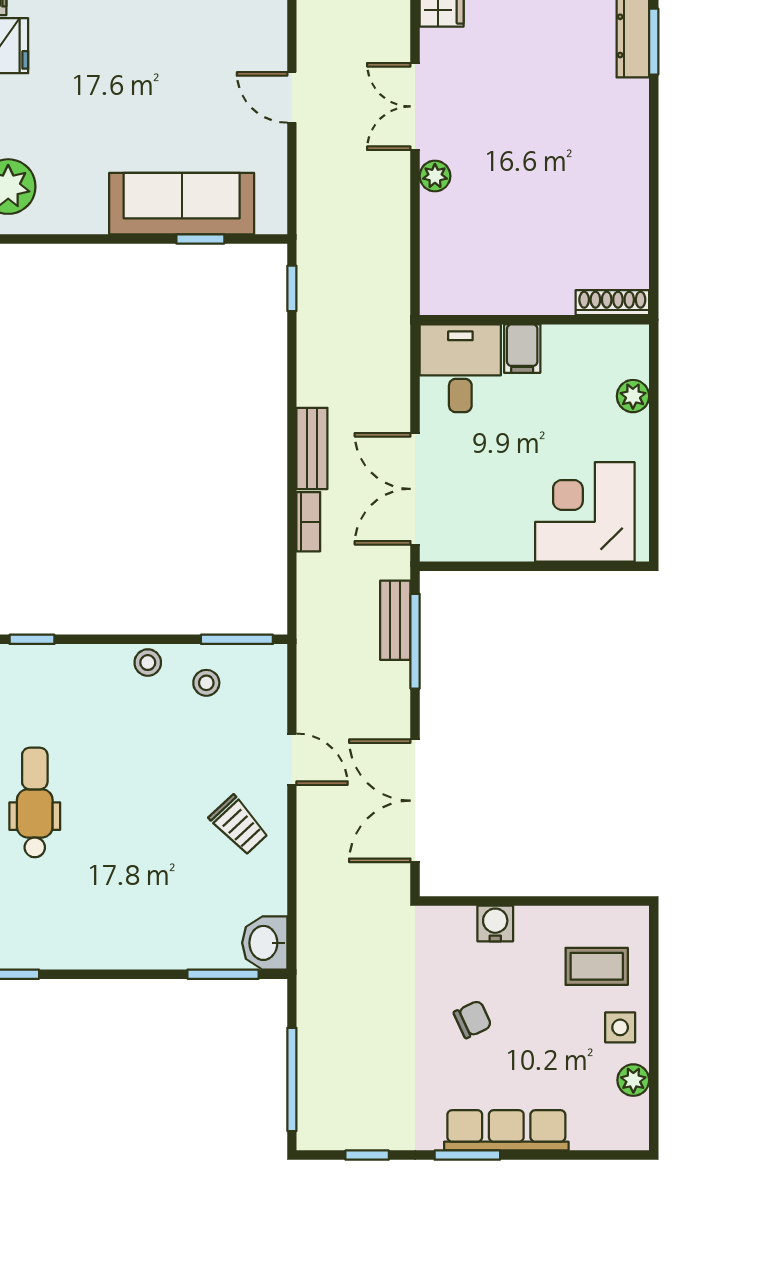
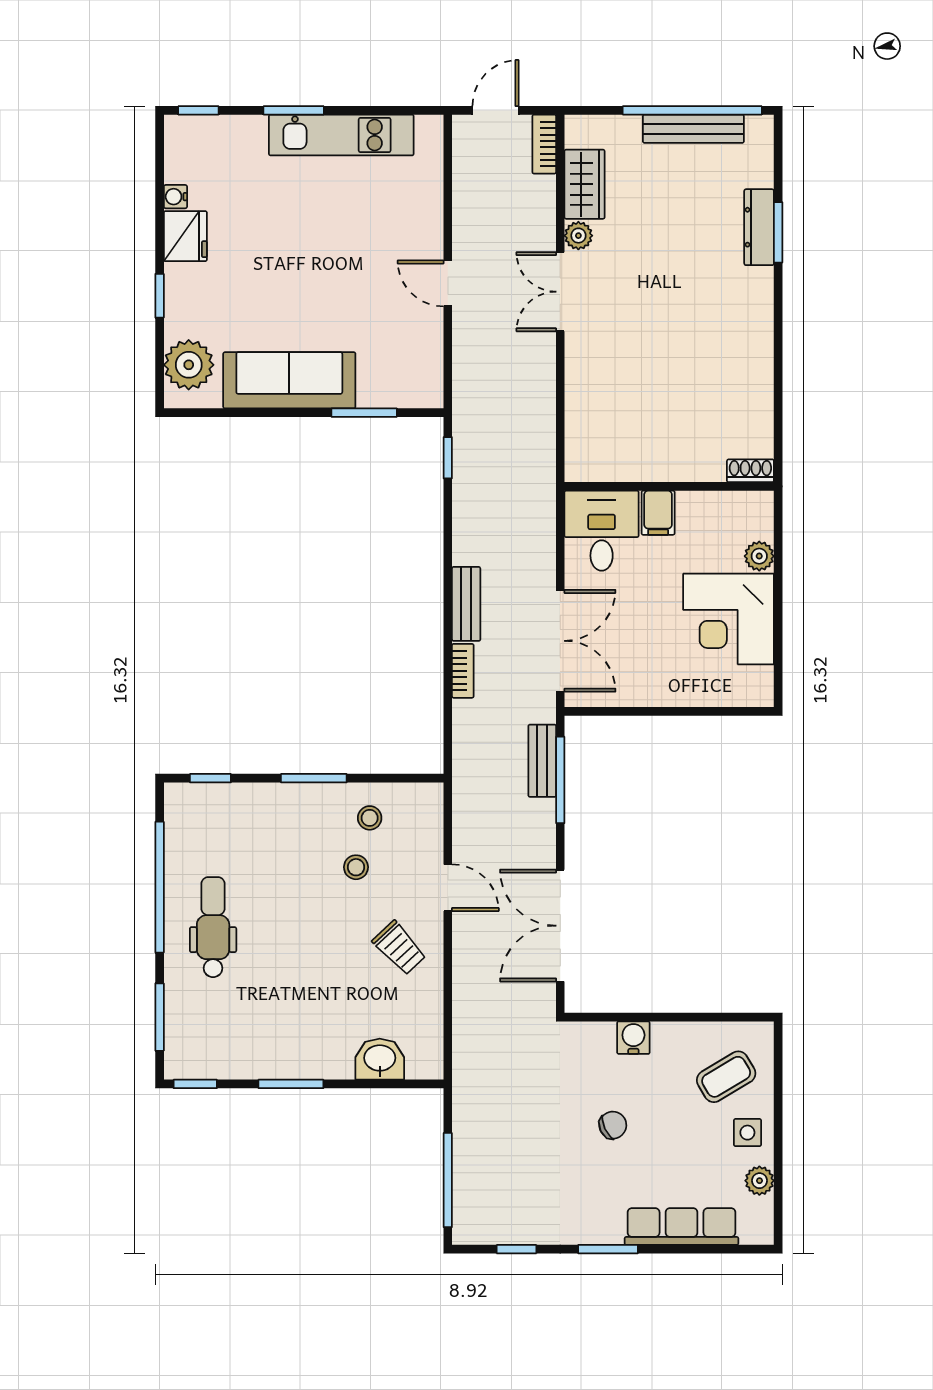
plant: (435, 176) -> (578, 236), moved
sofa: (182, 204) -> (289, 380), moved
window: (200, 239) -> (364, 413), width x1.50
shoe rack: (612, 303) -> (750, 471), width x0.70
double door: (415, 489) -> (560, 641), swing flipped
corner desk: (585, 512) -> (729, 619), moved, turned -90
window: (237, 639) -> (314, 778), moved
stool: (148, 663) -> (356, 867), moved
washbasin: (265, 943) -> (380, 1059), moved, turned 90
coffee table: (597, 966) -> (726, 1077), turned -31
window: (223, 974) -> (291, 1084), moved
row of seats: (506, 1130) -> (681, 1227), moved

